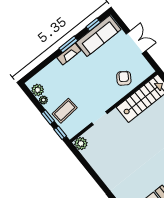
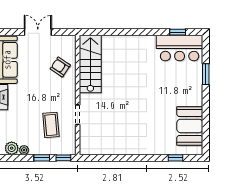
coffee table: (65, 111) -> (51, 125), moved
plant: (81, 144) -> (87, 148), removed

